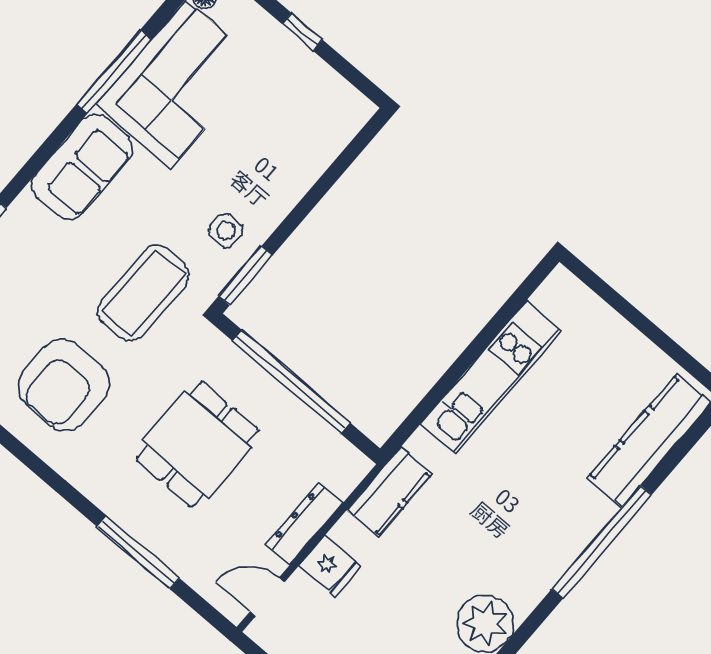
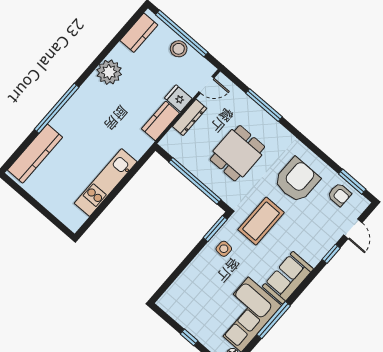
kitchen counter: (389, 492) -> (160, 121), moved

